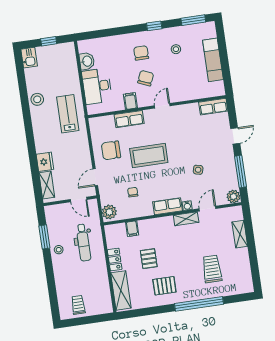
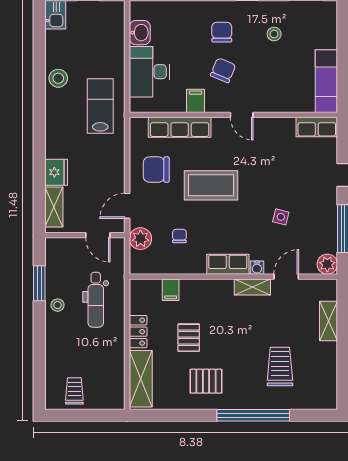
exam couch: (213, 60) -> (326, 81), moved
door: (162, 106) -> (242, 115), swing flipped
row of seats: (129, 119) -> (180, 127), width x1.48
plant: (109, 212) -> (140, 239), moved

